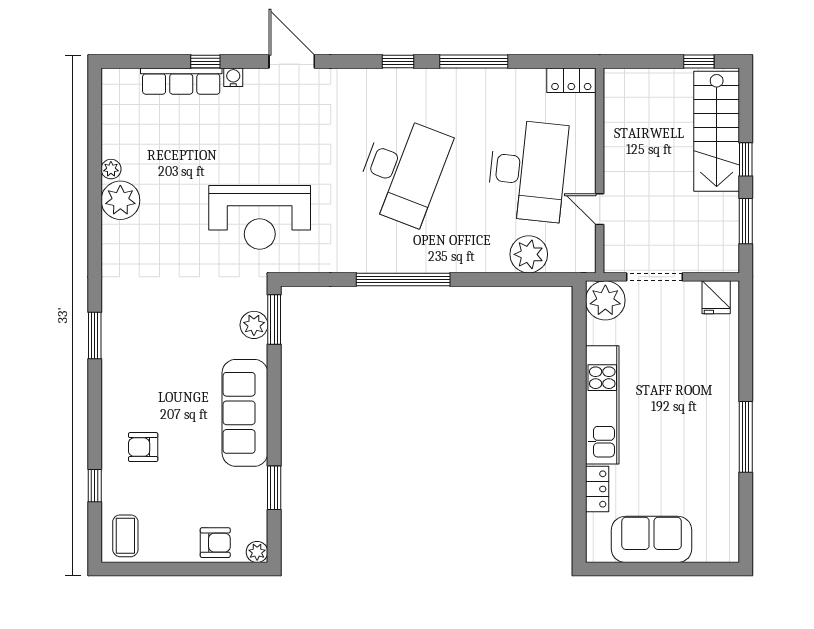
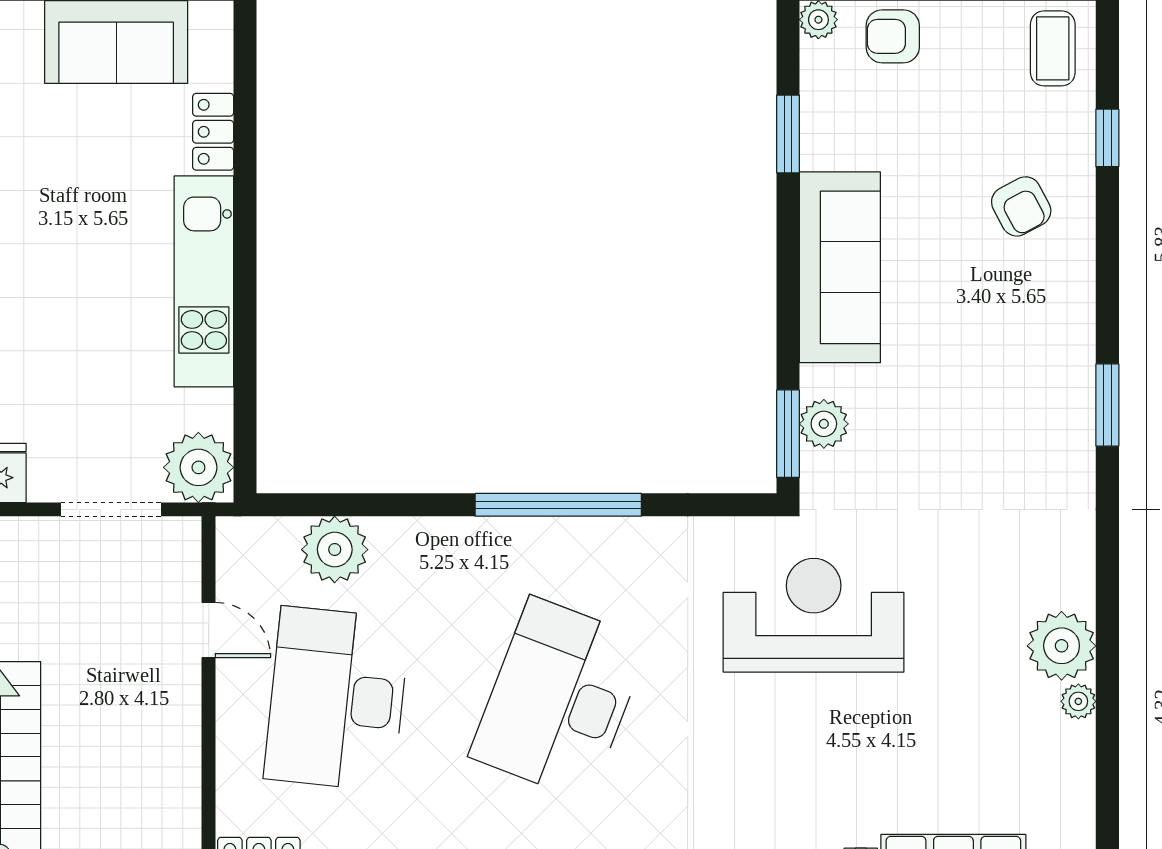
armchair: (143, 447) -> (1021, 206), turned 62

